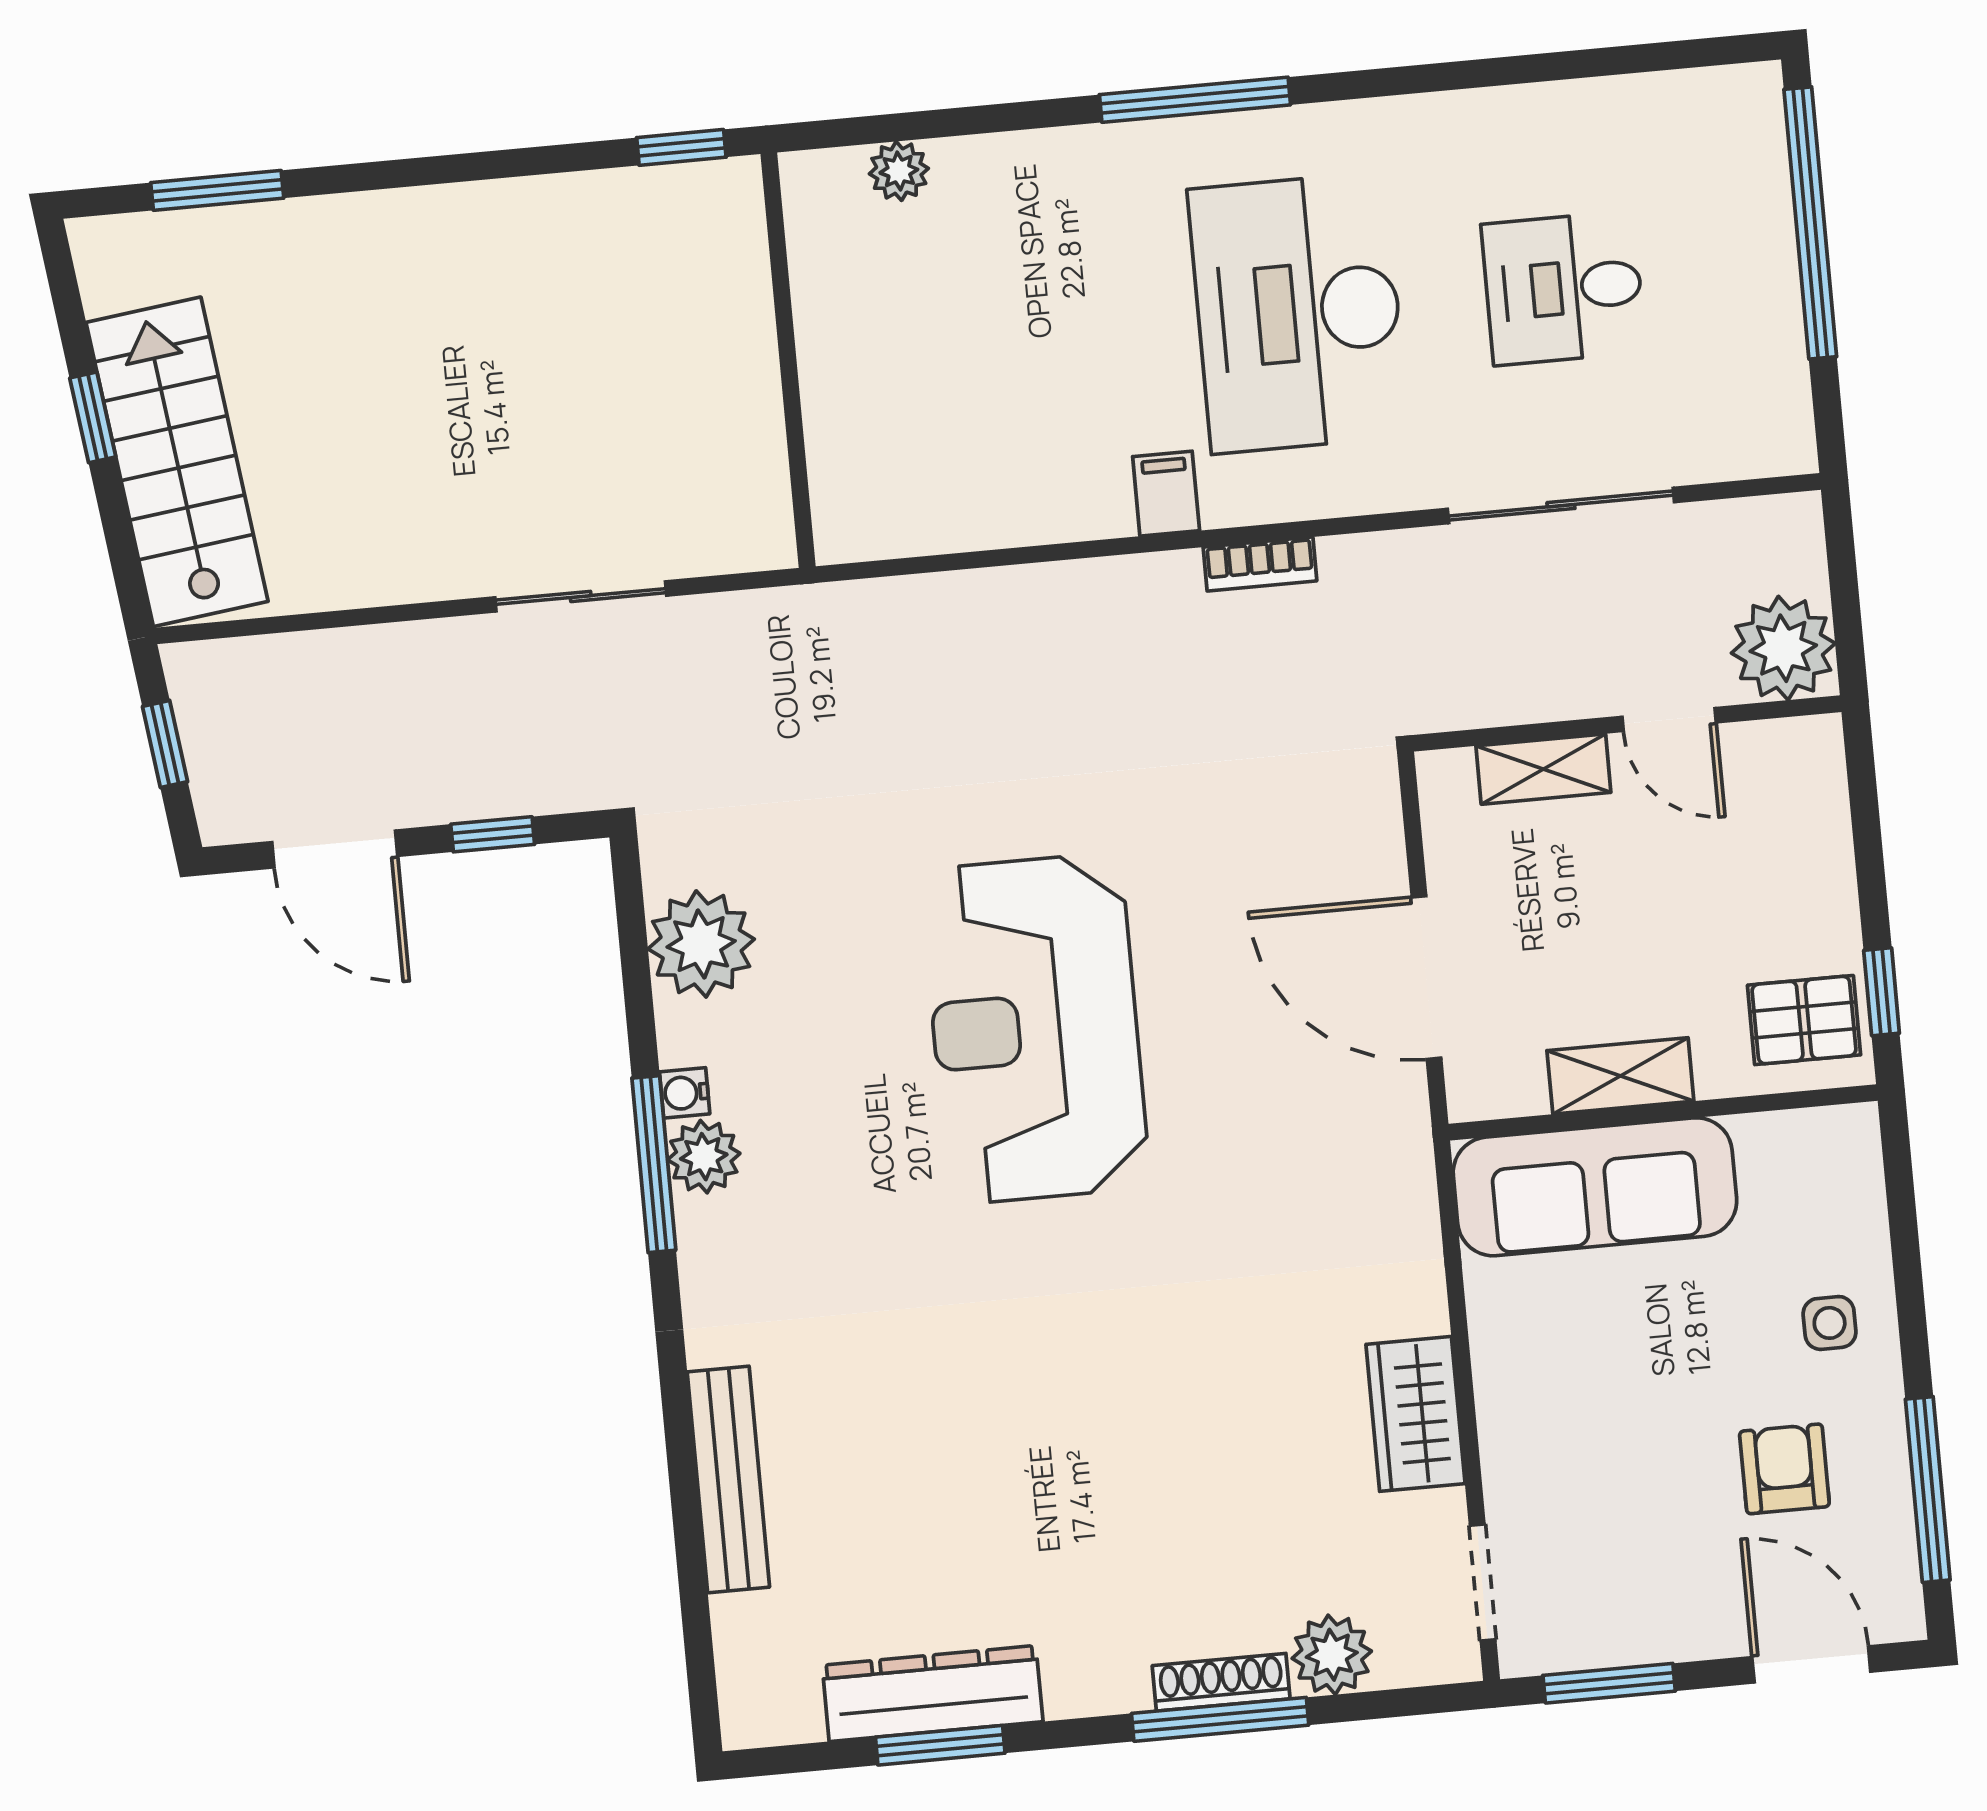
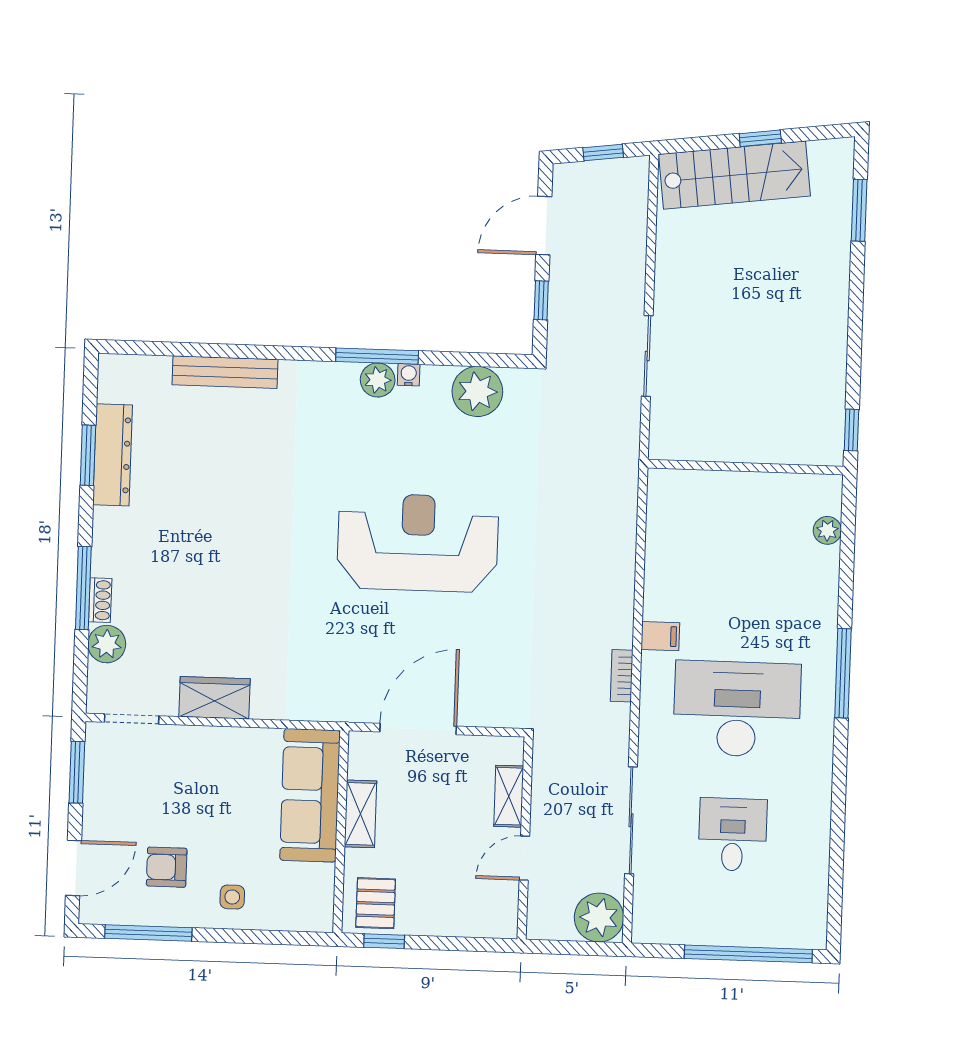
plant: (1783, 648) -> (599, 917), moved
armchair: (1784, 1469) -> (167, 867), turned 180
shoe rack: (1221, 1682) -> (100, 600), width x0.70

